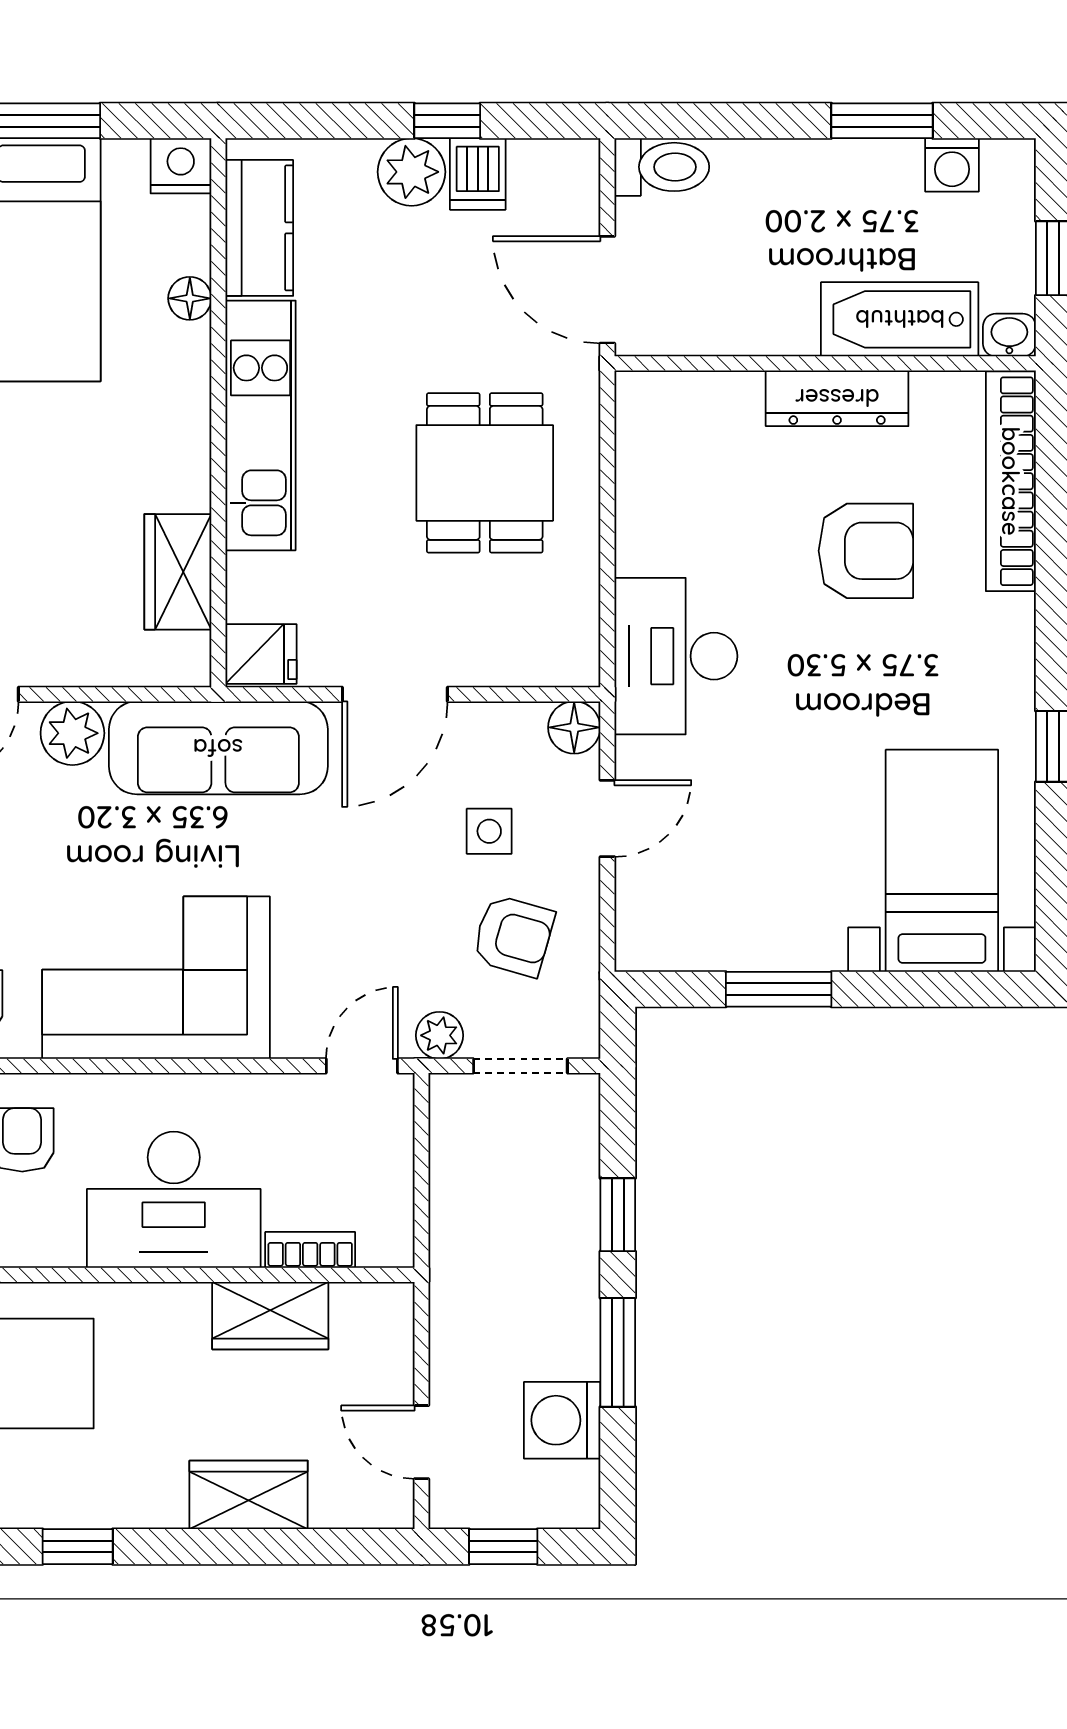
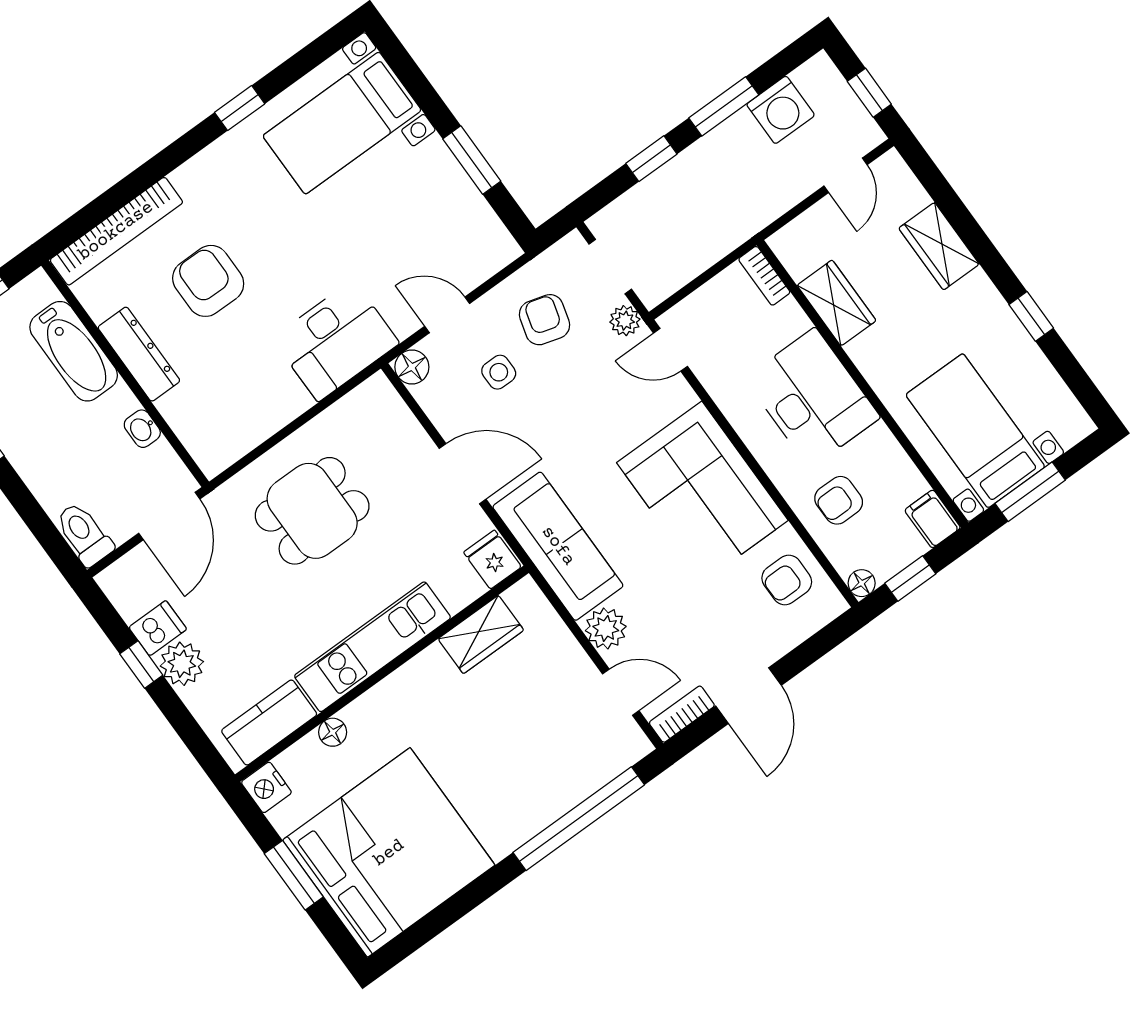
washbasin: (1009, 335) -> (142, 429), moved
bookcase: (310, 1250) -> (764, 276), moved

